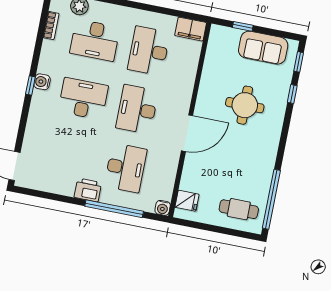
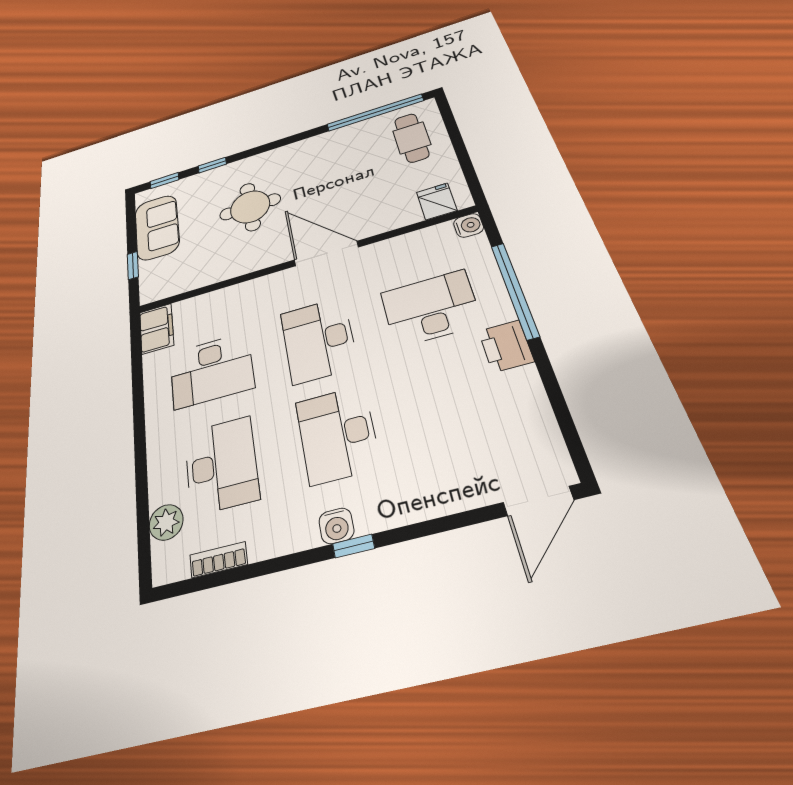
desk: (137, 109) -> (319, 340), turned 90

